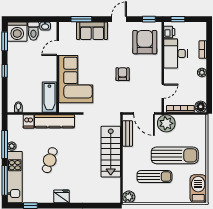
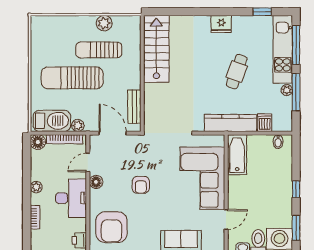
desk: (175, 53) -> (71, 198), moved
floor lamp: (157, 76) -> (96, 182), added
plant: (166, 123) -> (78, 125), width x0.53, depth x0.53
stairs: (111, 152) -> (156, 49), moved
barbecue: (198, 189) -> (52, 121), moved, turned -90
plant: (129, 197) -> (104, 23), moved

